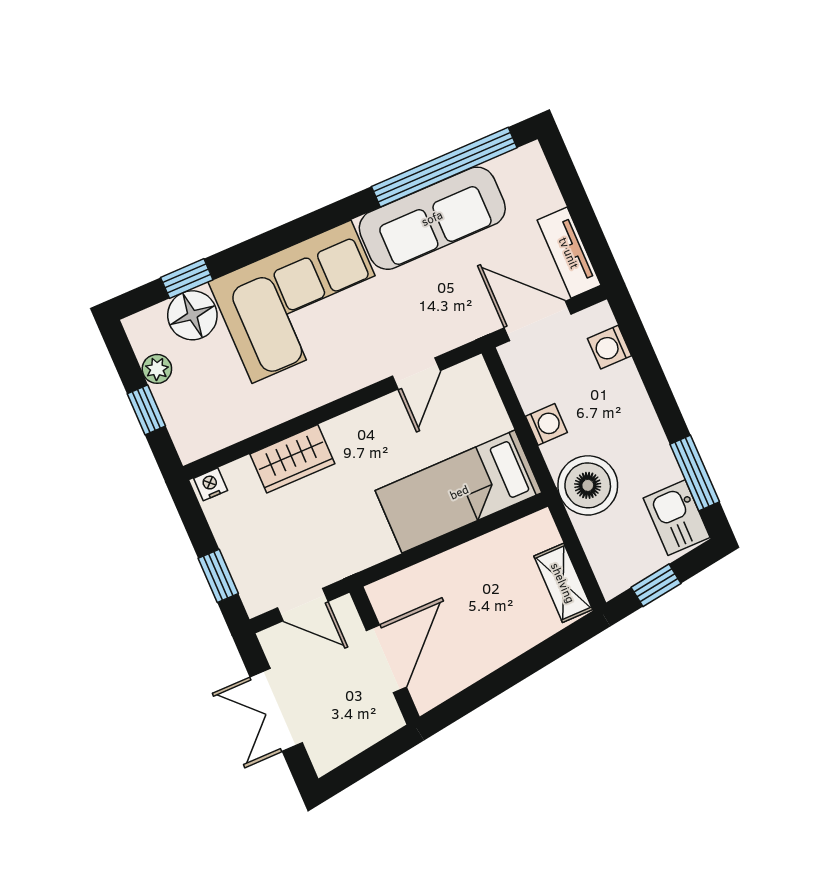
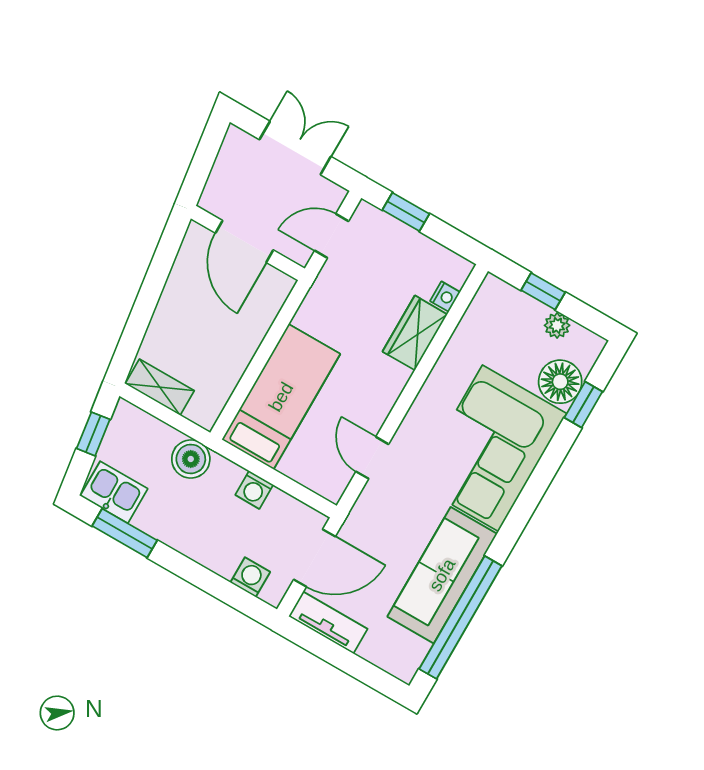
nightstand: (211, 484) -> (445, 297), moved
boiler: (588, 485) -> (191, 459), width x0.73, depth x0.73

